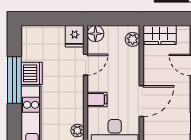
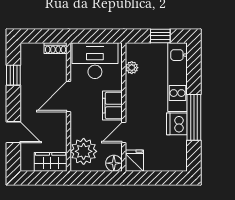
plant: (133, 39) -> (84, 151), width x1.88, depth x1.88
filing cabinet: (97, 99) -> (112, 106), width x2.00

